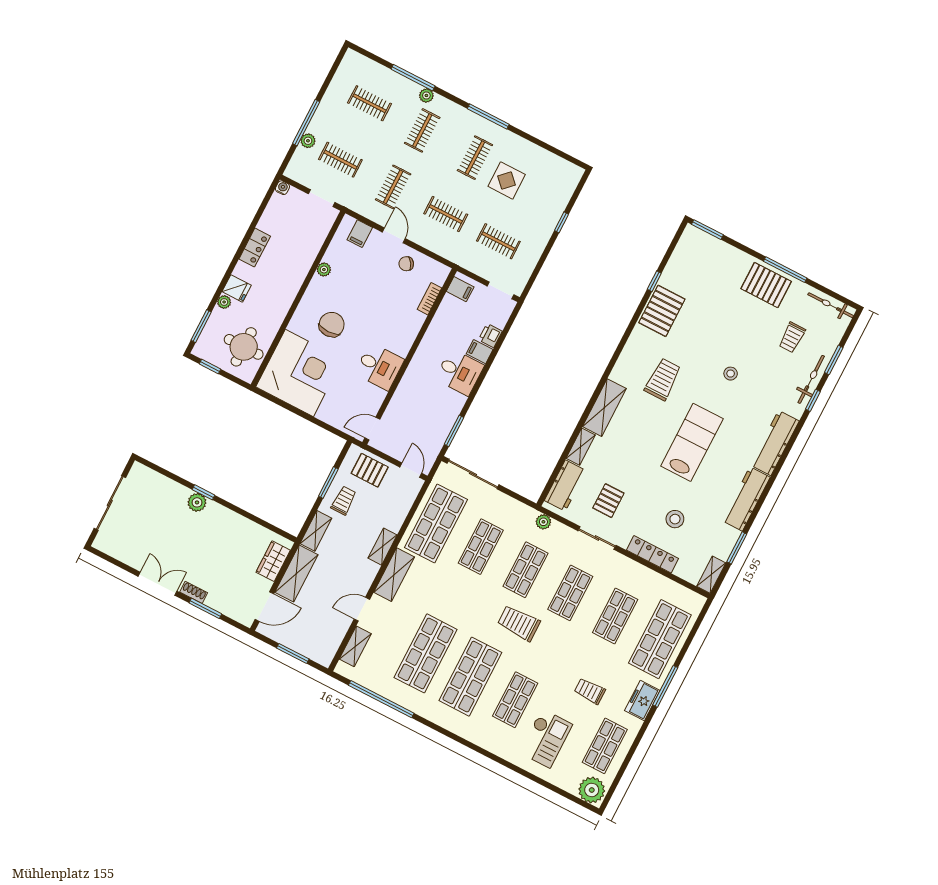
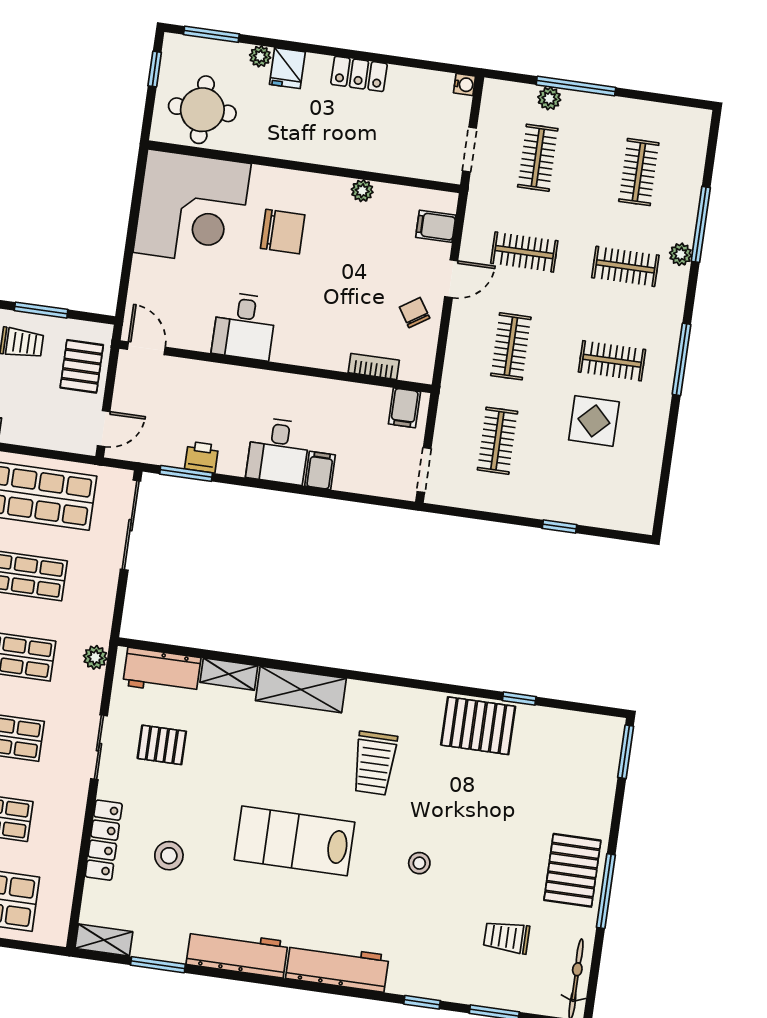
printer: (490, 336) -> (202, 457), moved
trolley: (663, 379) -> (375, 763), turned 90
bicycle: (811, 379) -> (453, 989), removed
lab bench: (692, 442) -> (294, 841), turned 180

